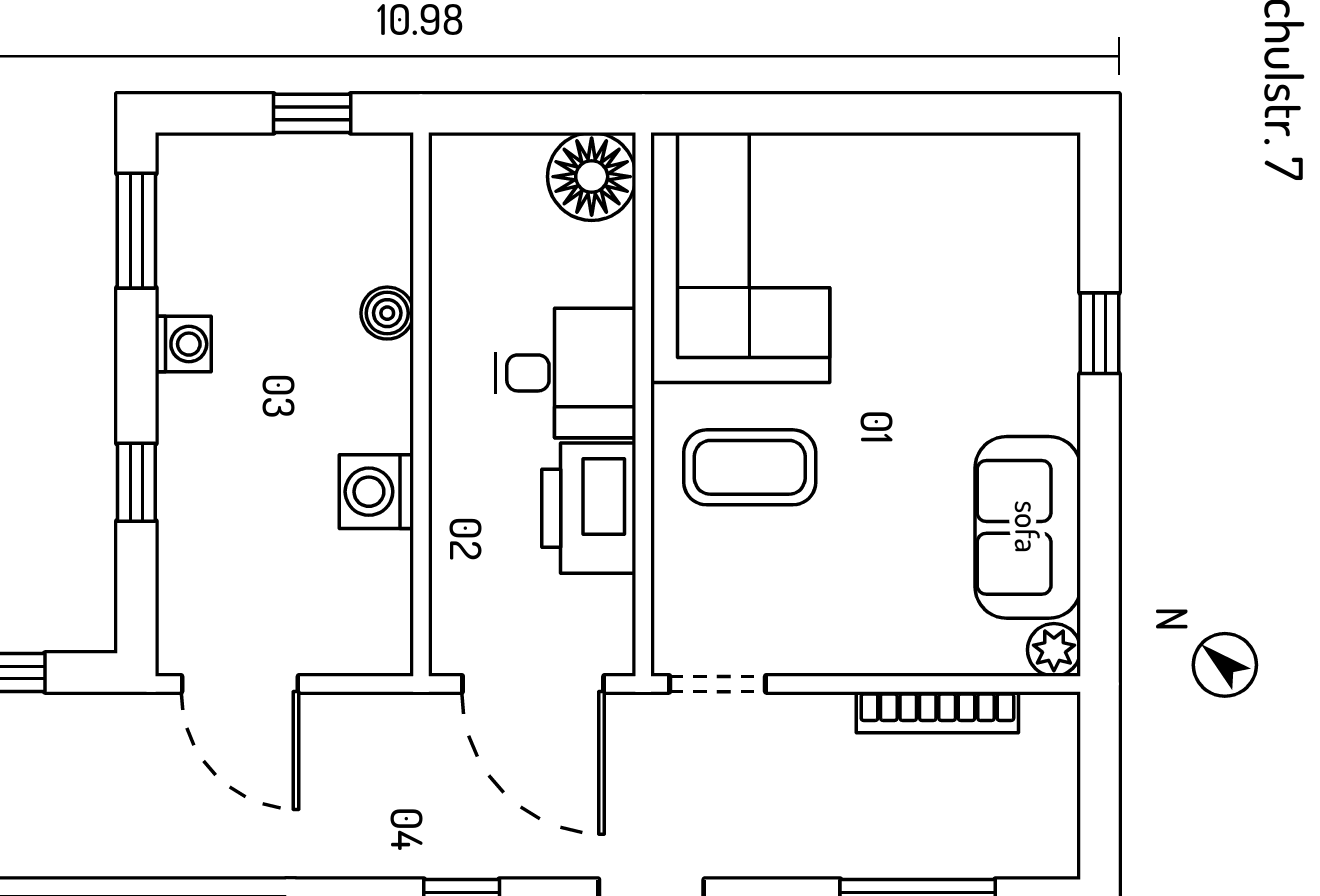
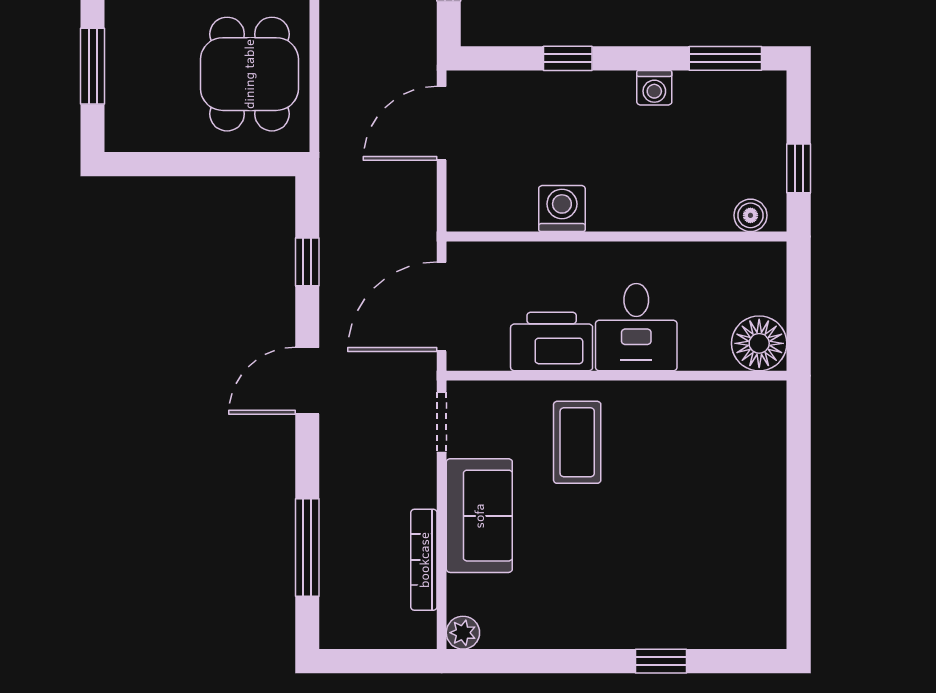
corner sofa: (740, 258) -> (708, 436), removed
boiler: (387, 313) -> (750, 215), moved
sofa: (1028, 527) -> (479, 516), moved, turned 90

